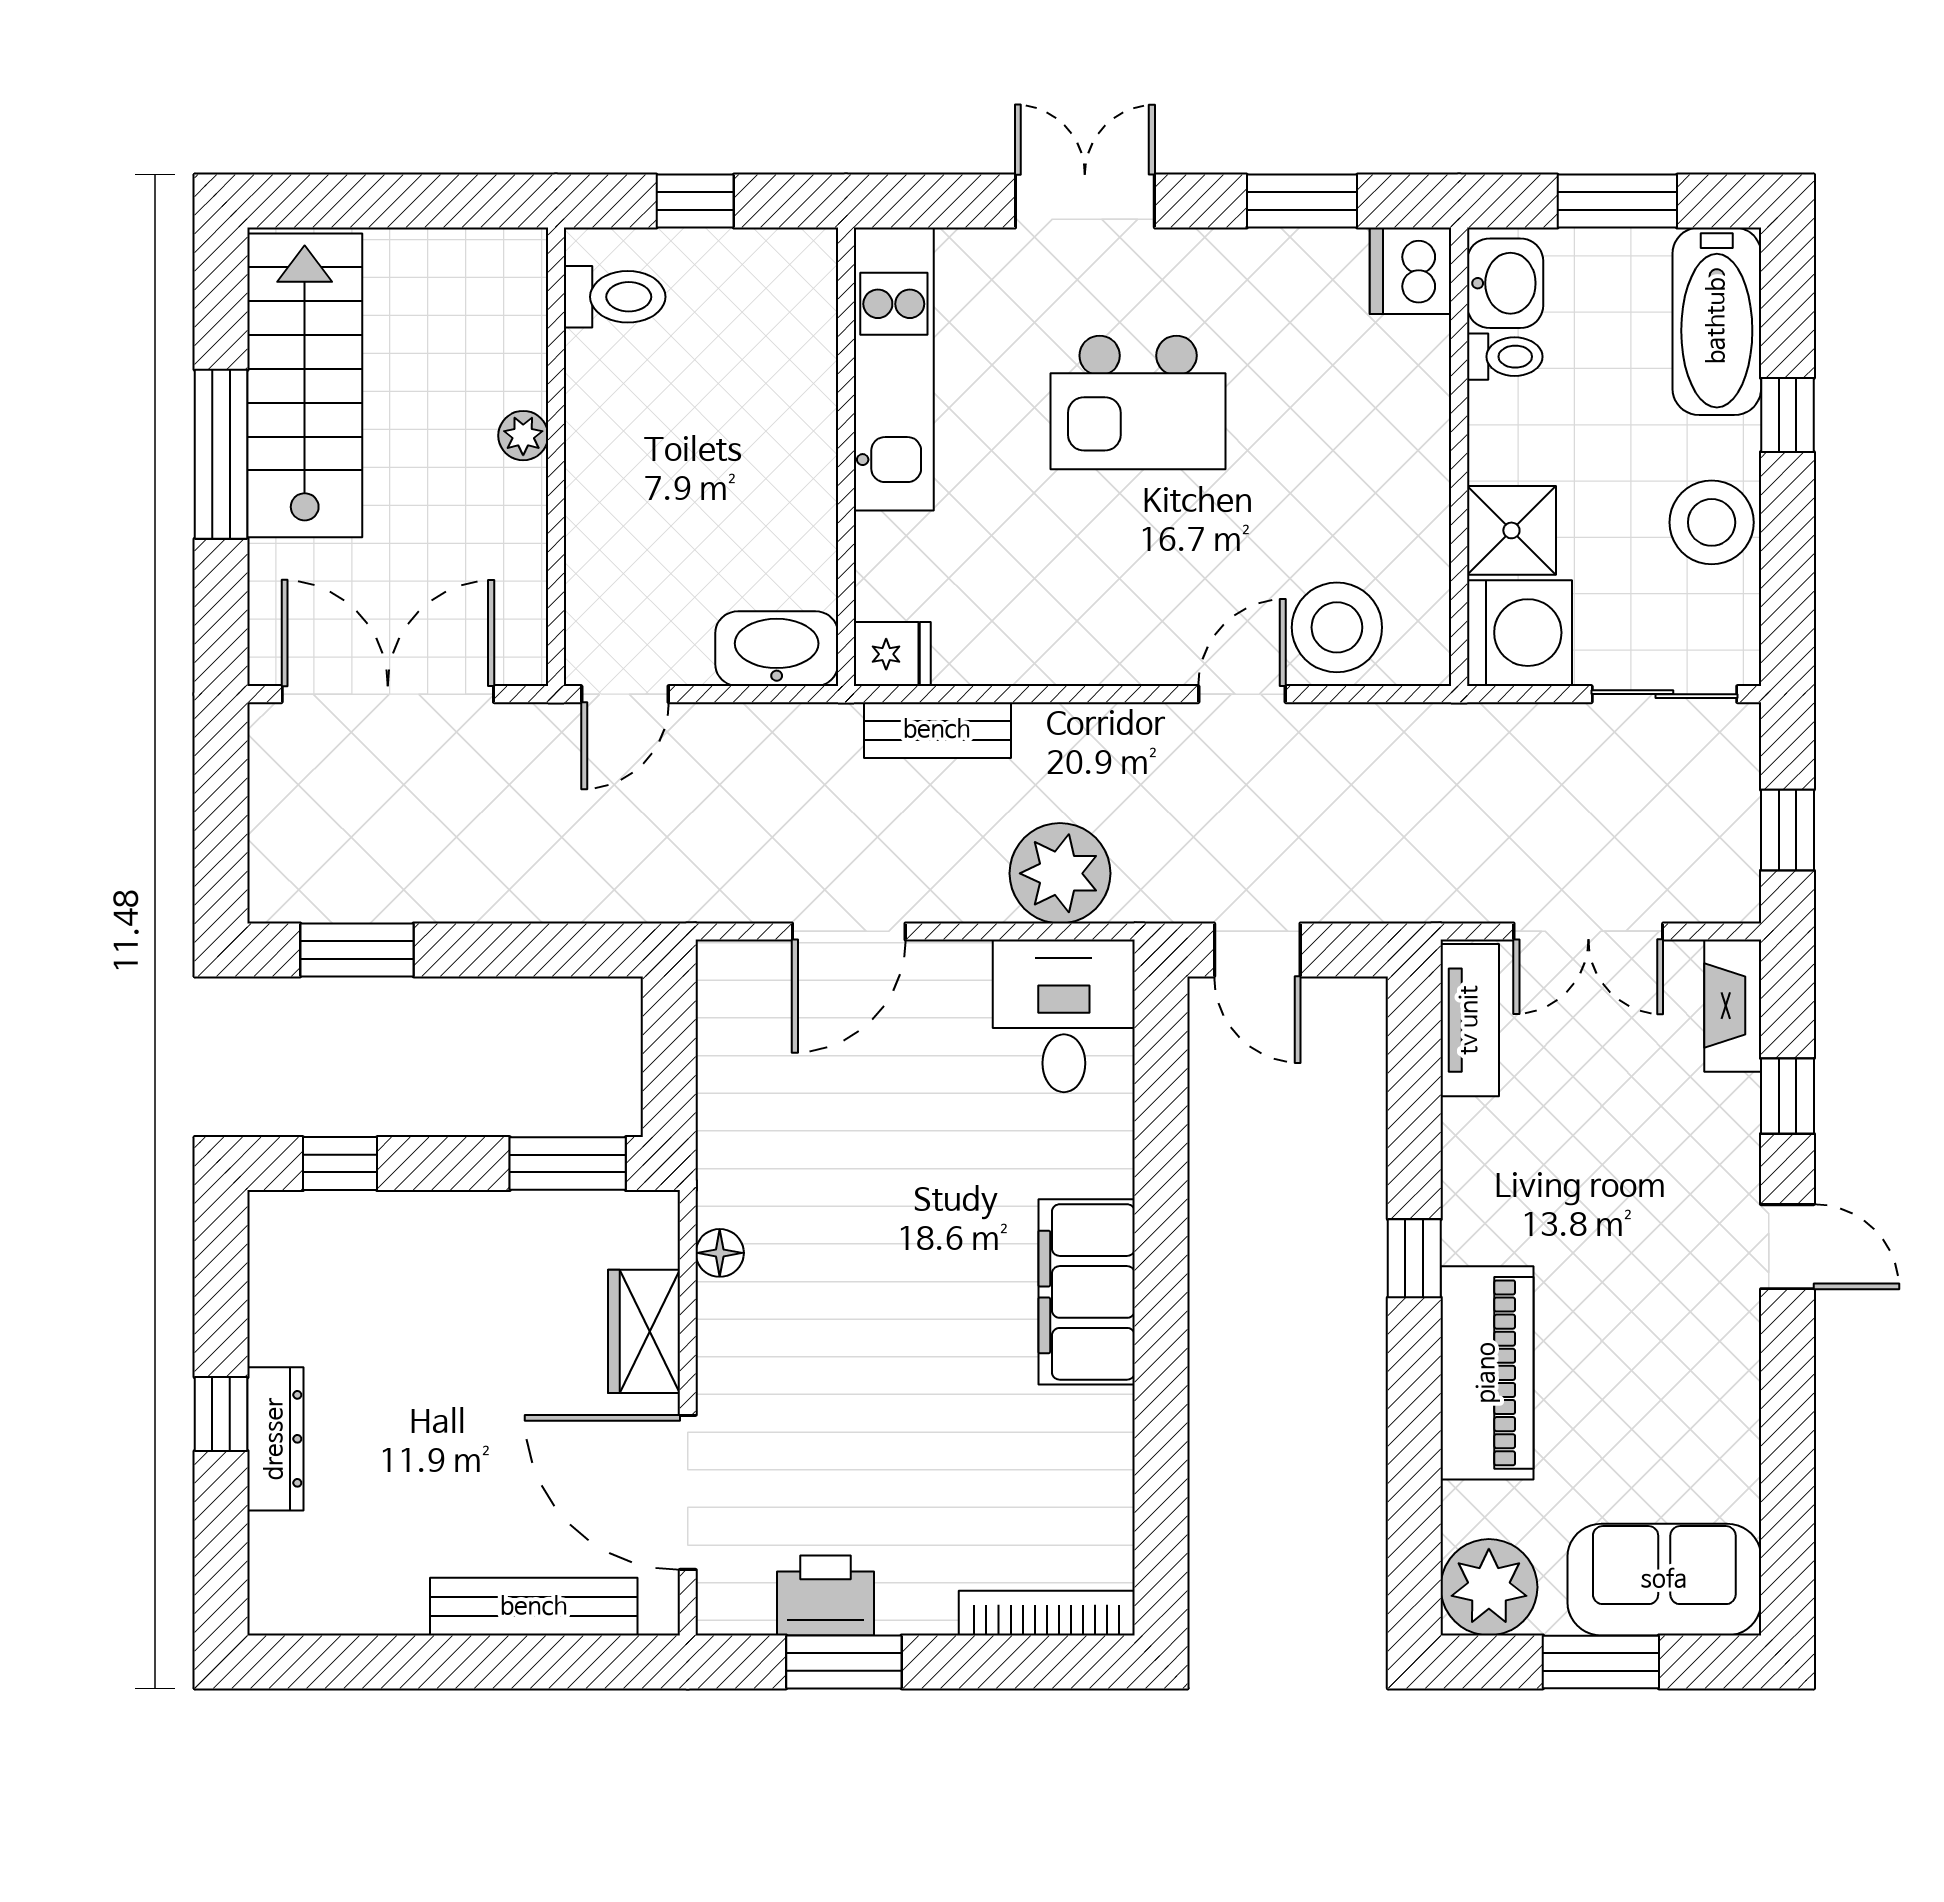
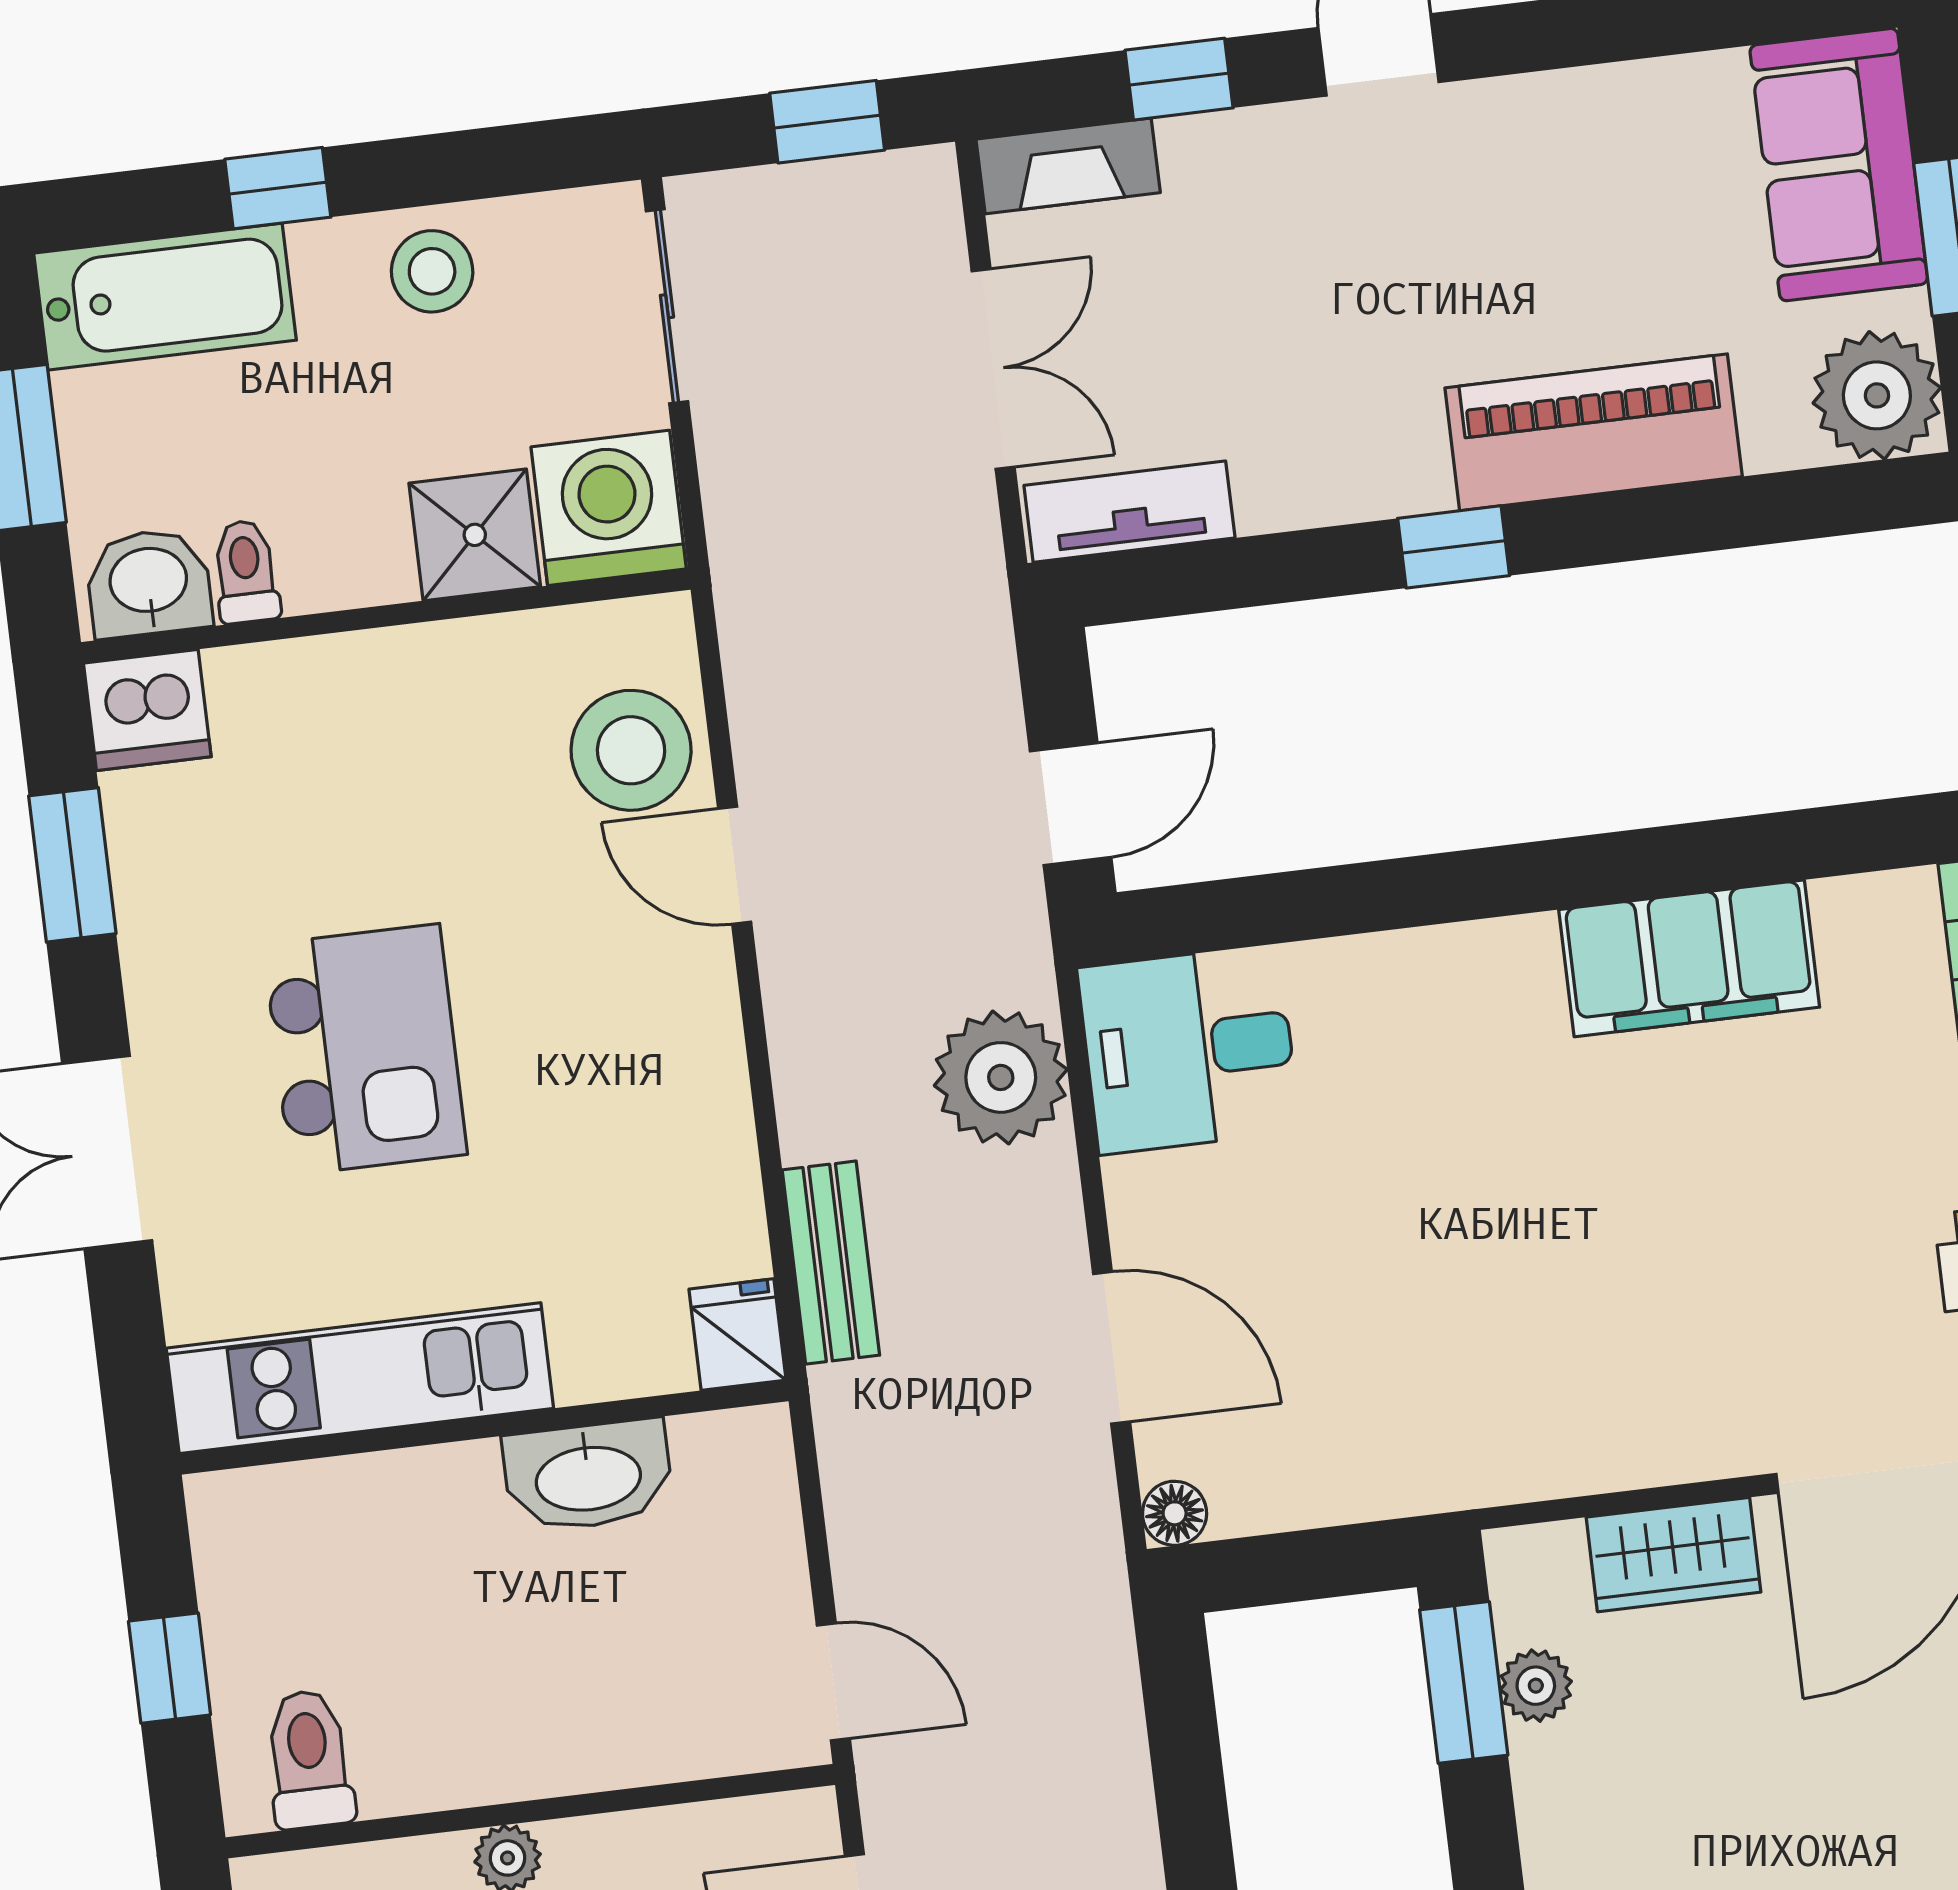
stool: (1712, 522) -> (432, 271), width x0.73, depth x0.73
washbasin: (777, 649) -> (588, 1476), moved, turned -90
plant: (559, 1217) -> (1536, 1686), added
floor lamp: (720, 1253) -> (1175, 1513), moved
filing cabinet: (1087, 1292) -> (1689, 958), moved

